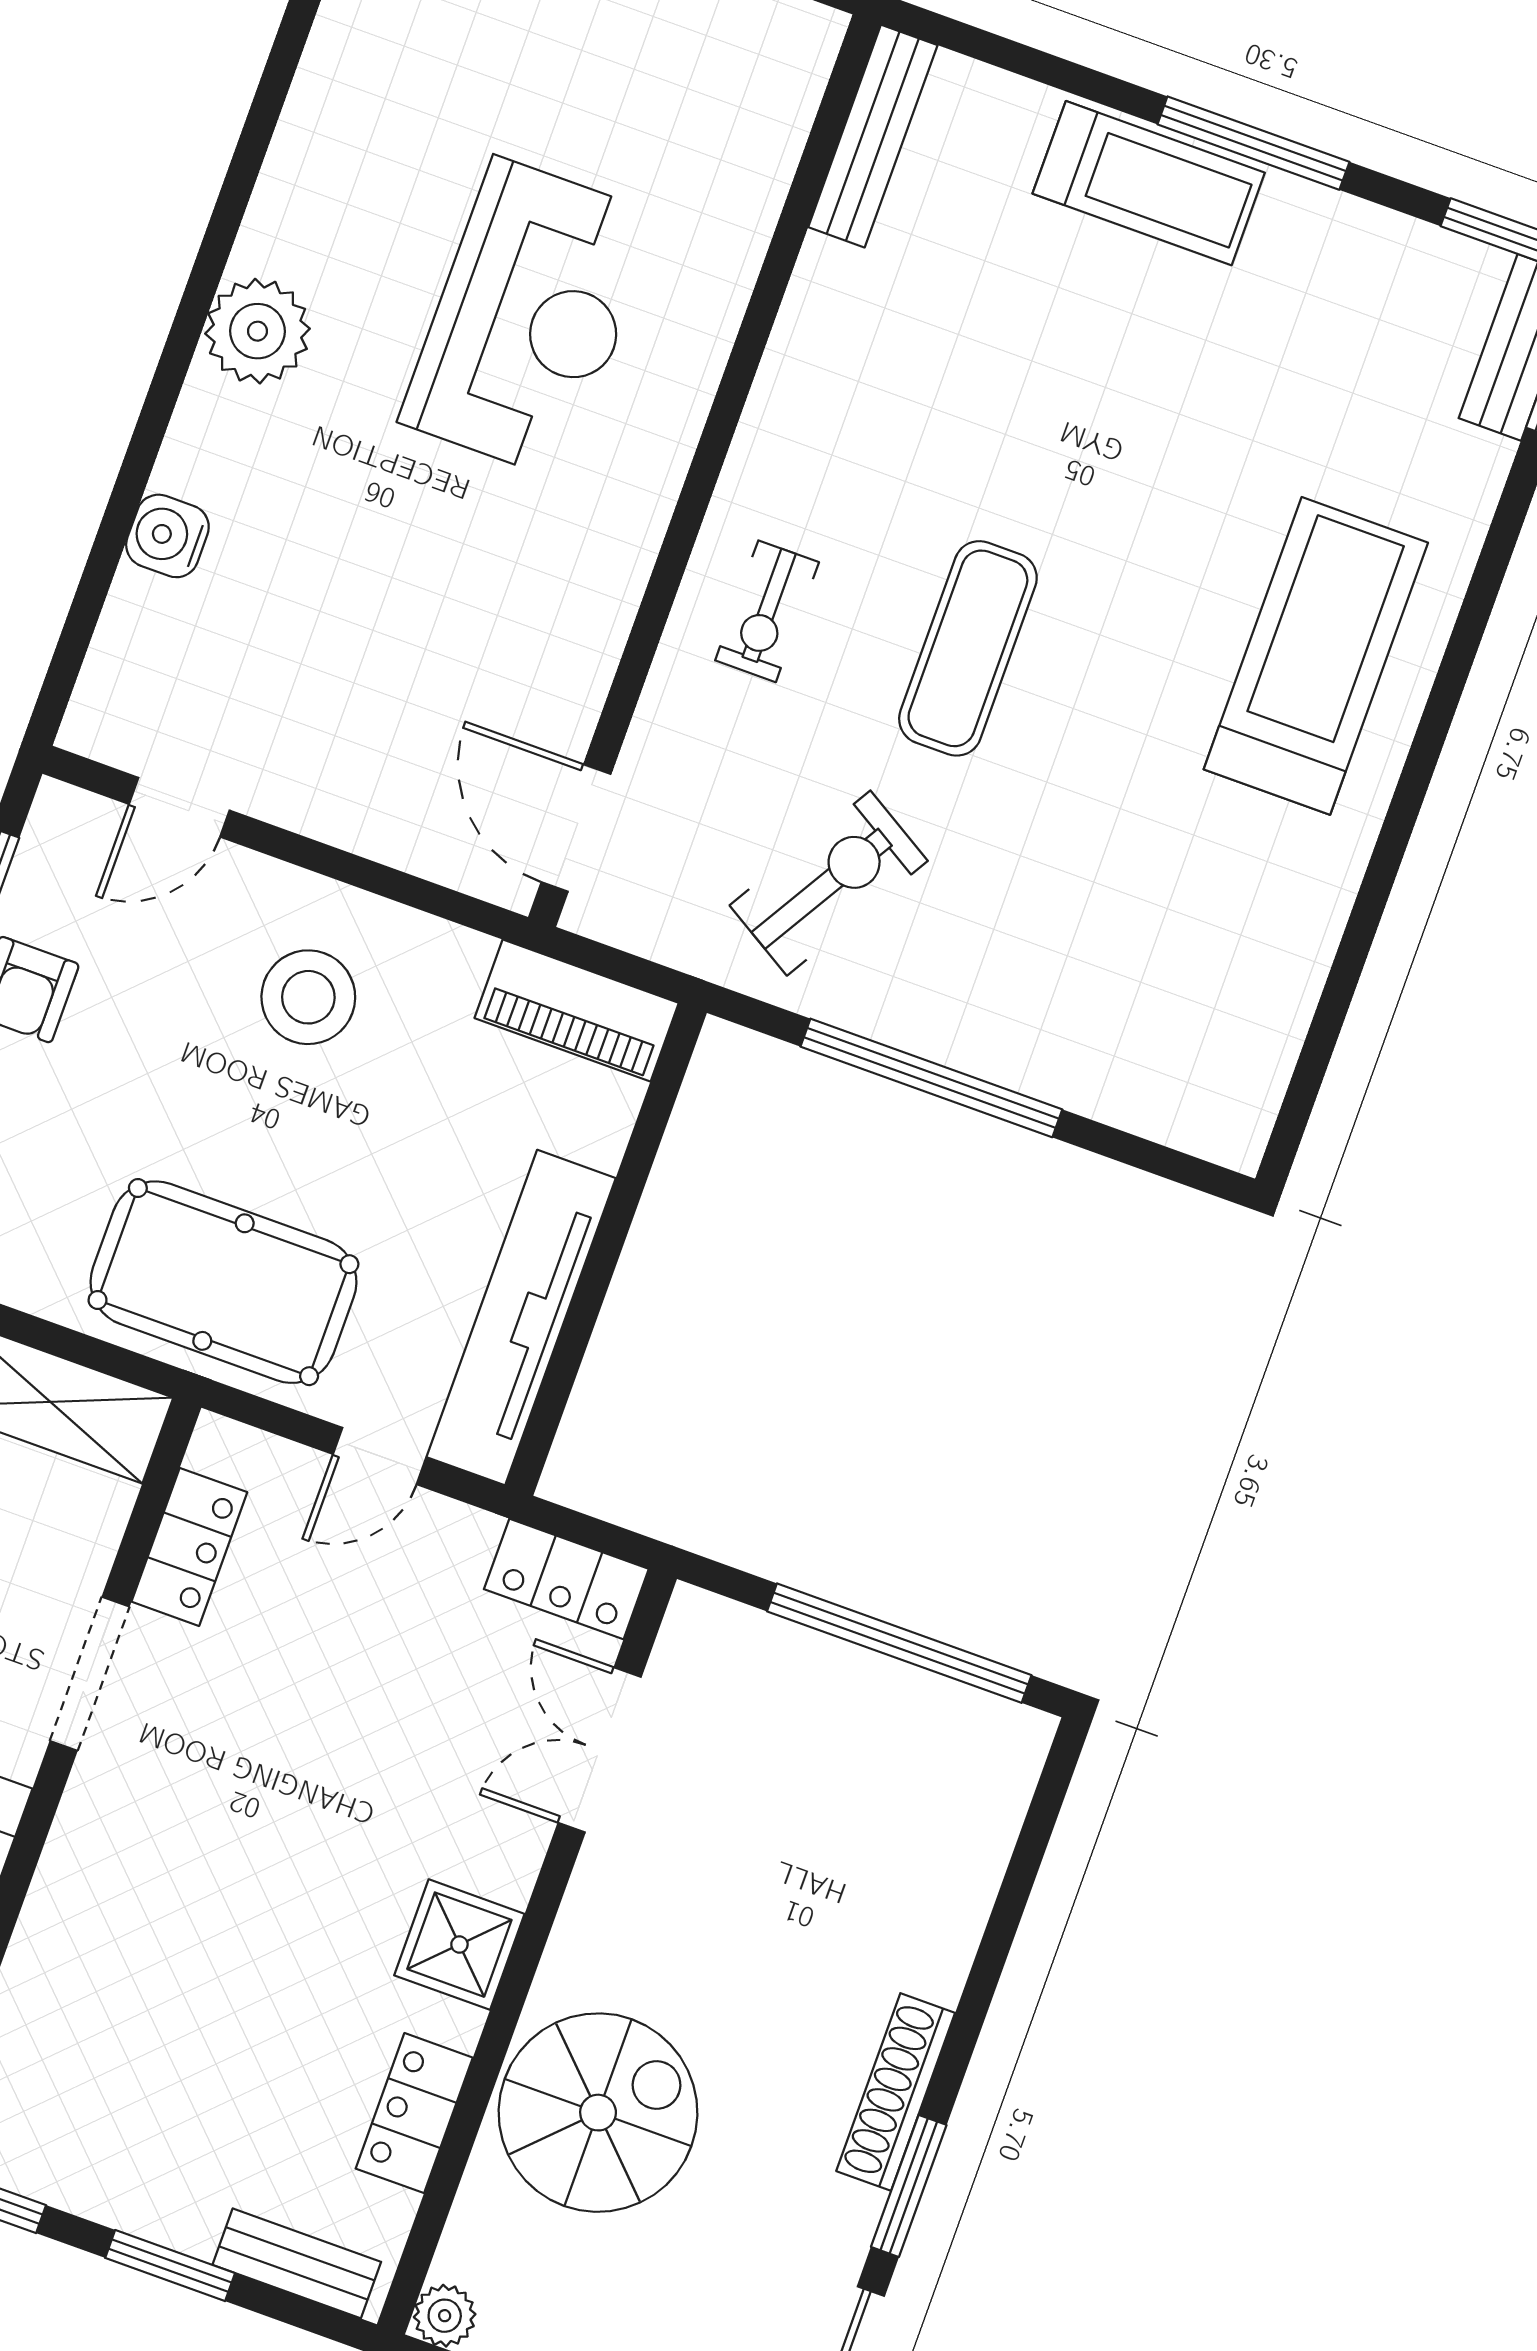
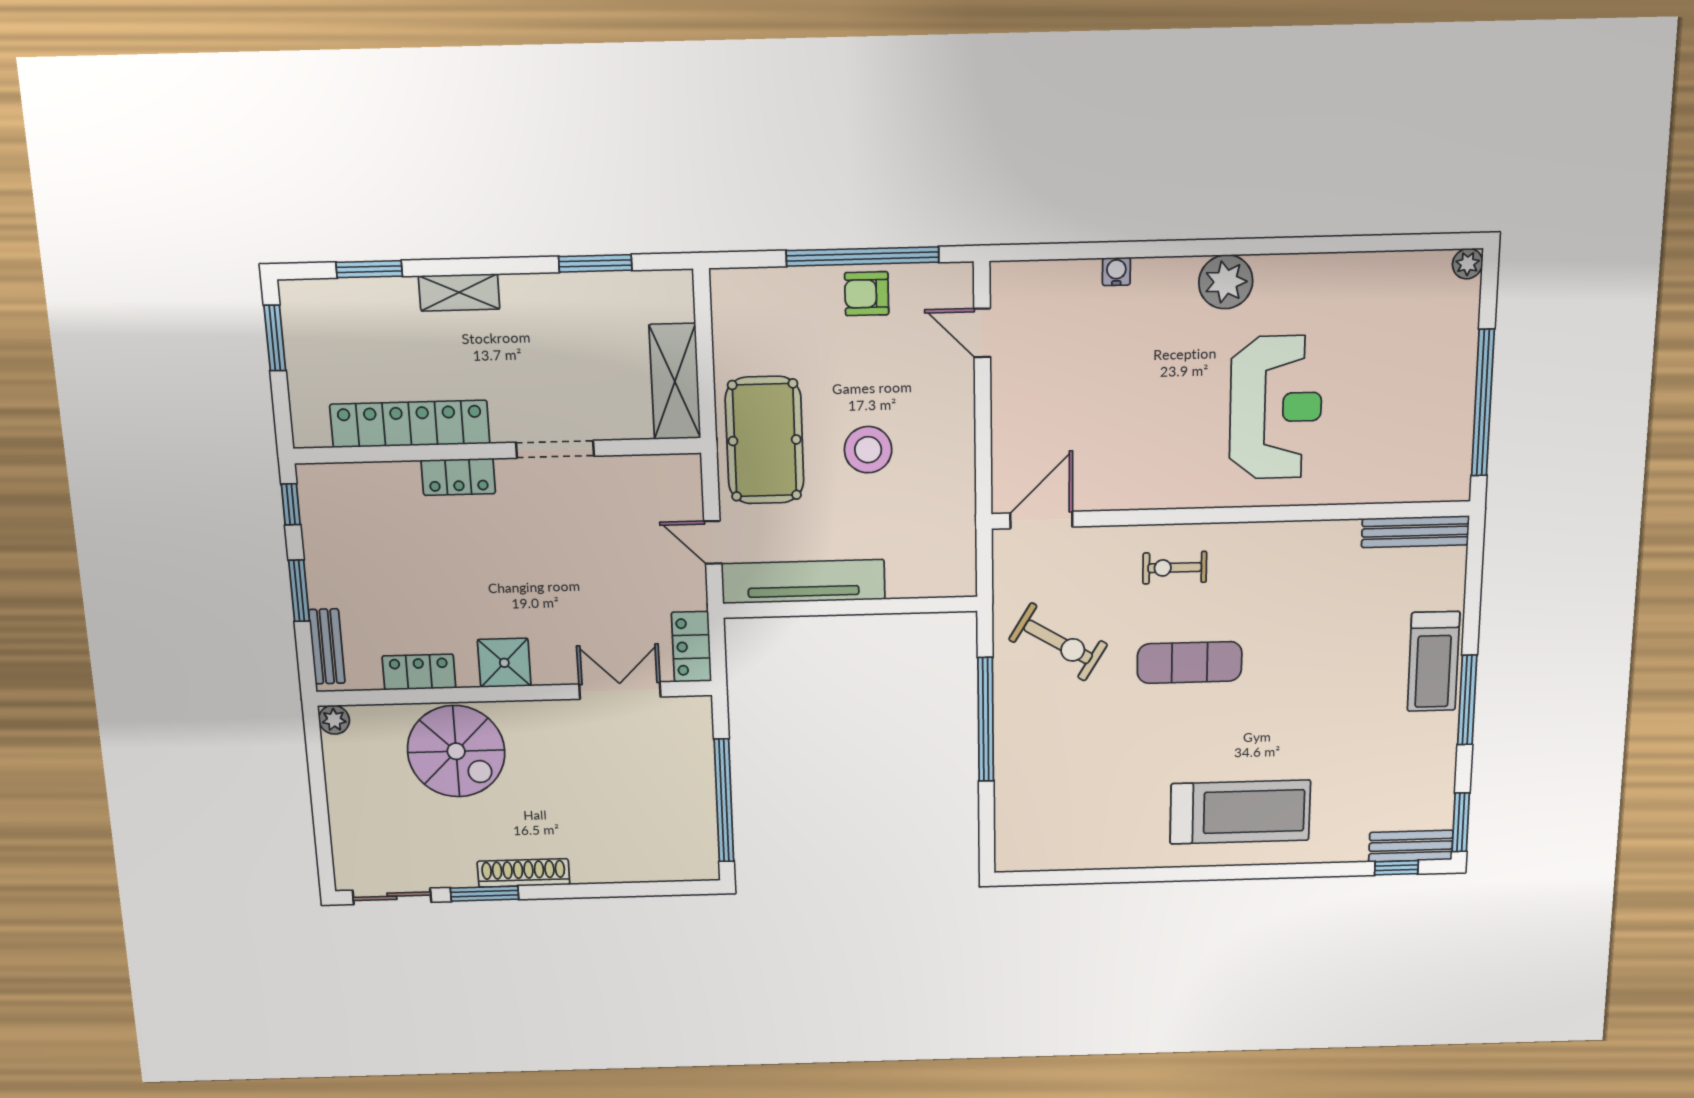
reception desk: (529, 318) -> (1276, 407), turned -90
water cooler: (167, 536) -> (1116, 271), width x0.72, depth x0.72
stool: (308, 997) -> (868, 450), moved
piano: (577, 1011) -> (956, 552), removed
locker: (189, 1547) -> (458, 477), moved

